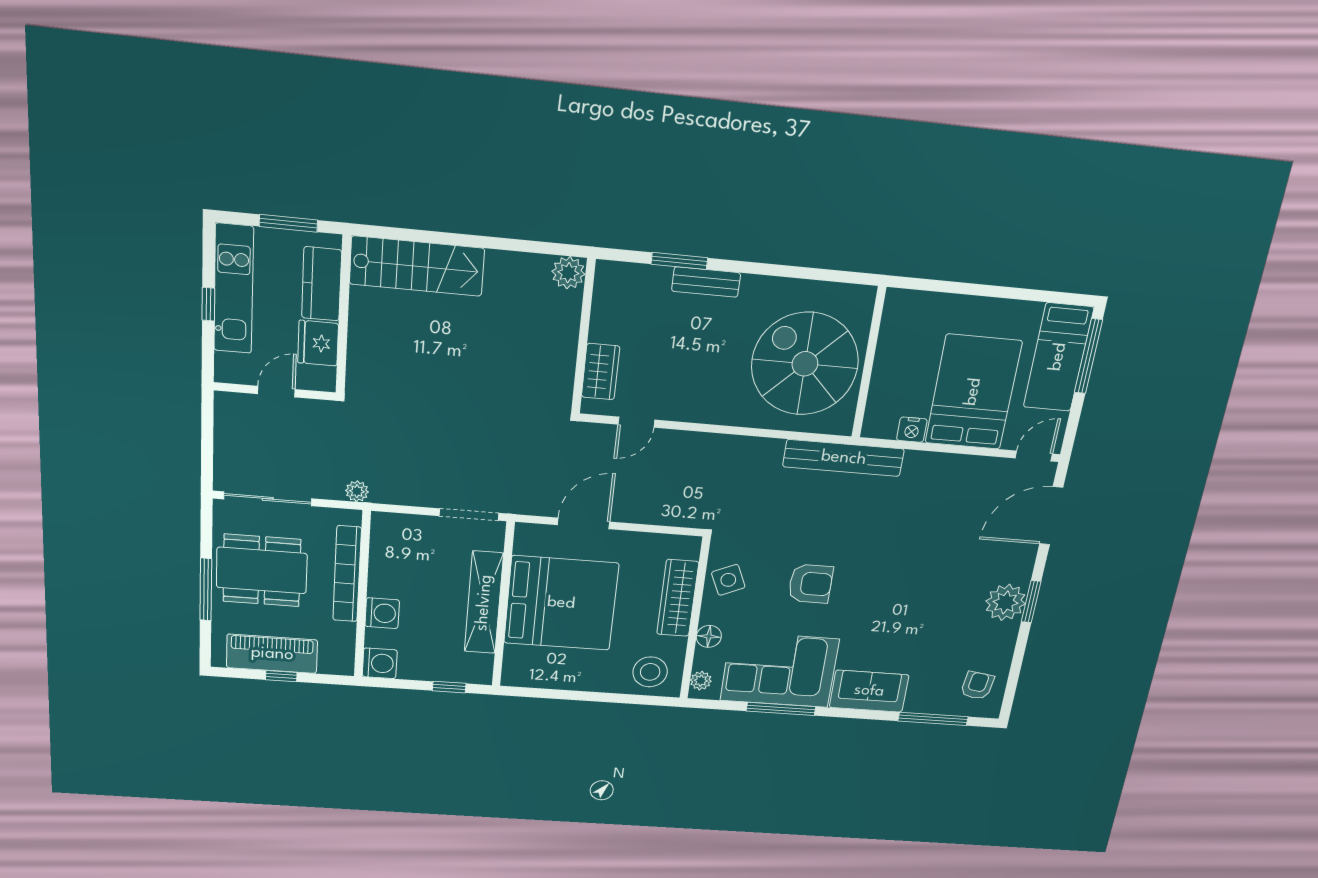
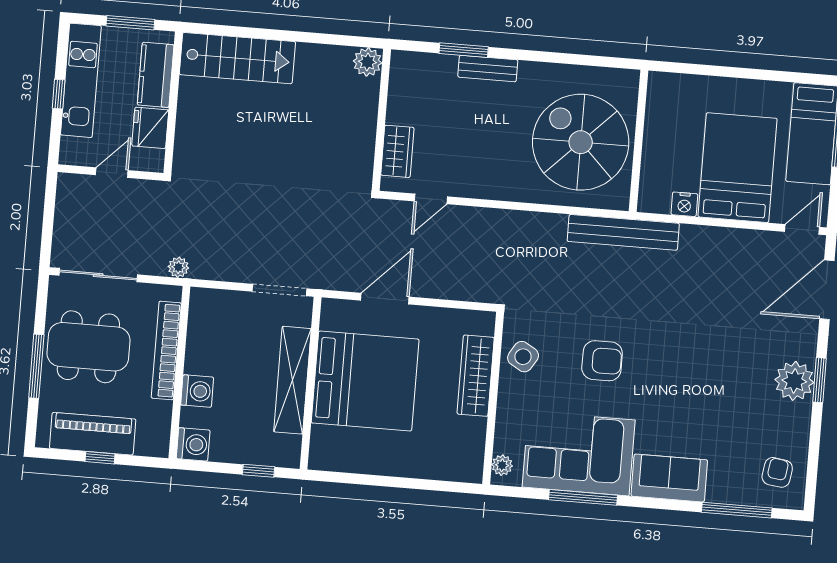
side table: (728, 580) -> (523, 357), turned -35
floor lamp: (709, 636) -> (507, 417), removed
stool: (650, 672) -> (452, 455), removed

